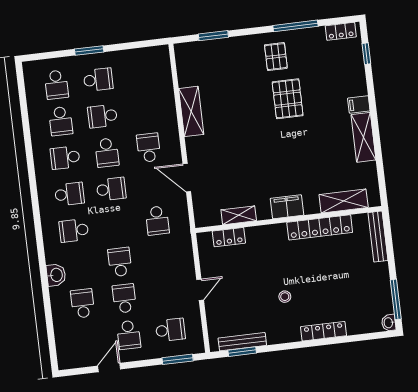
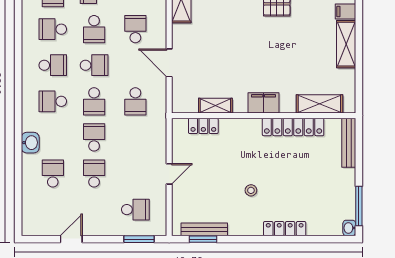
school desk: (129, 335) -> (94, 101), moved

